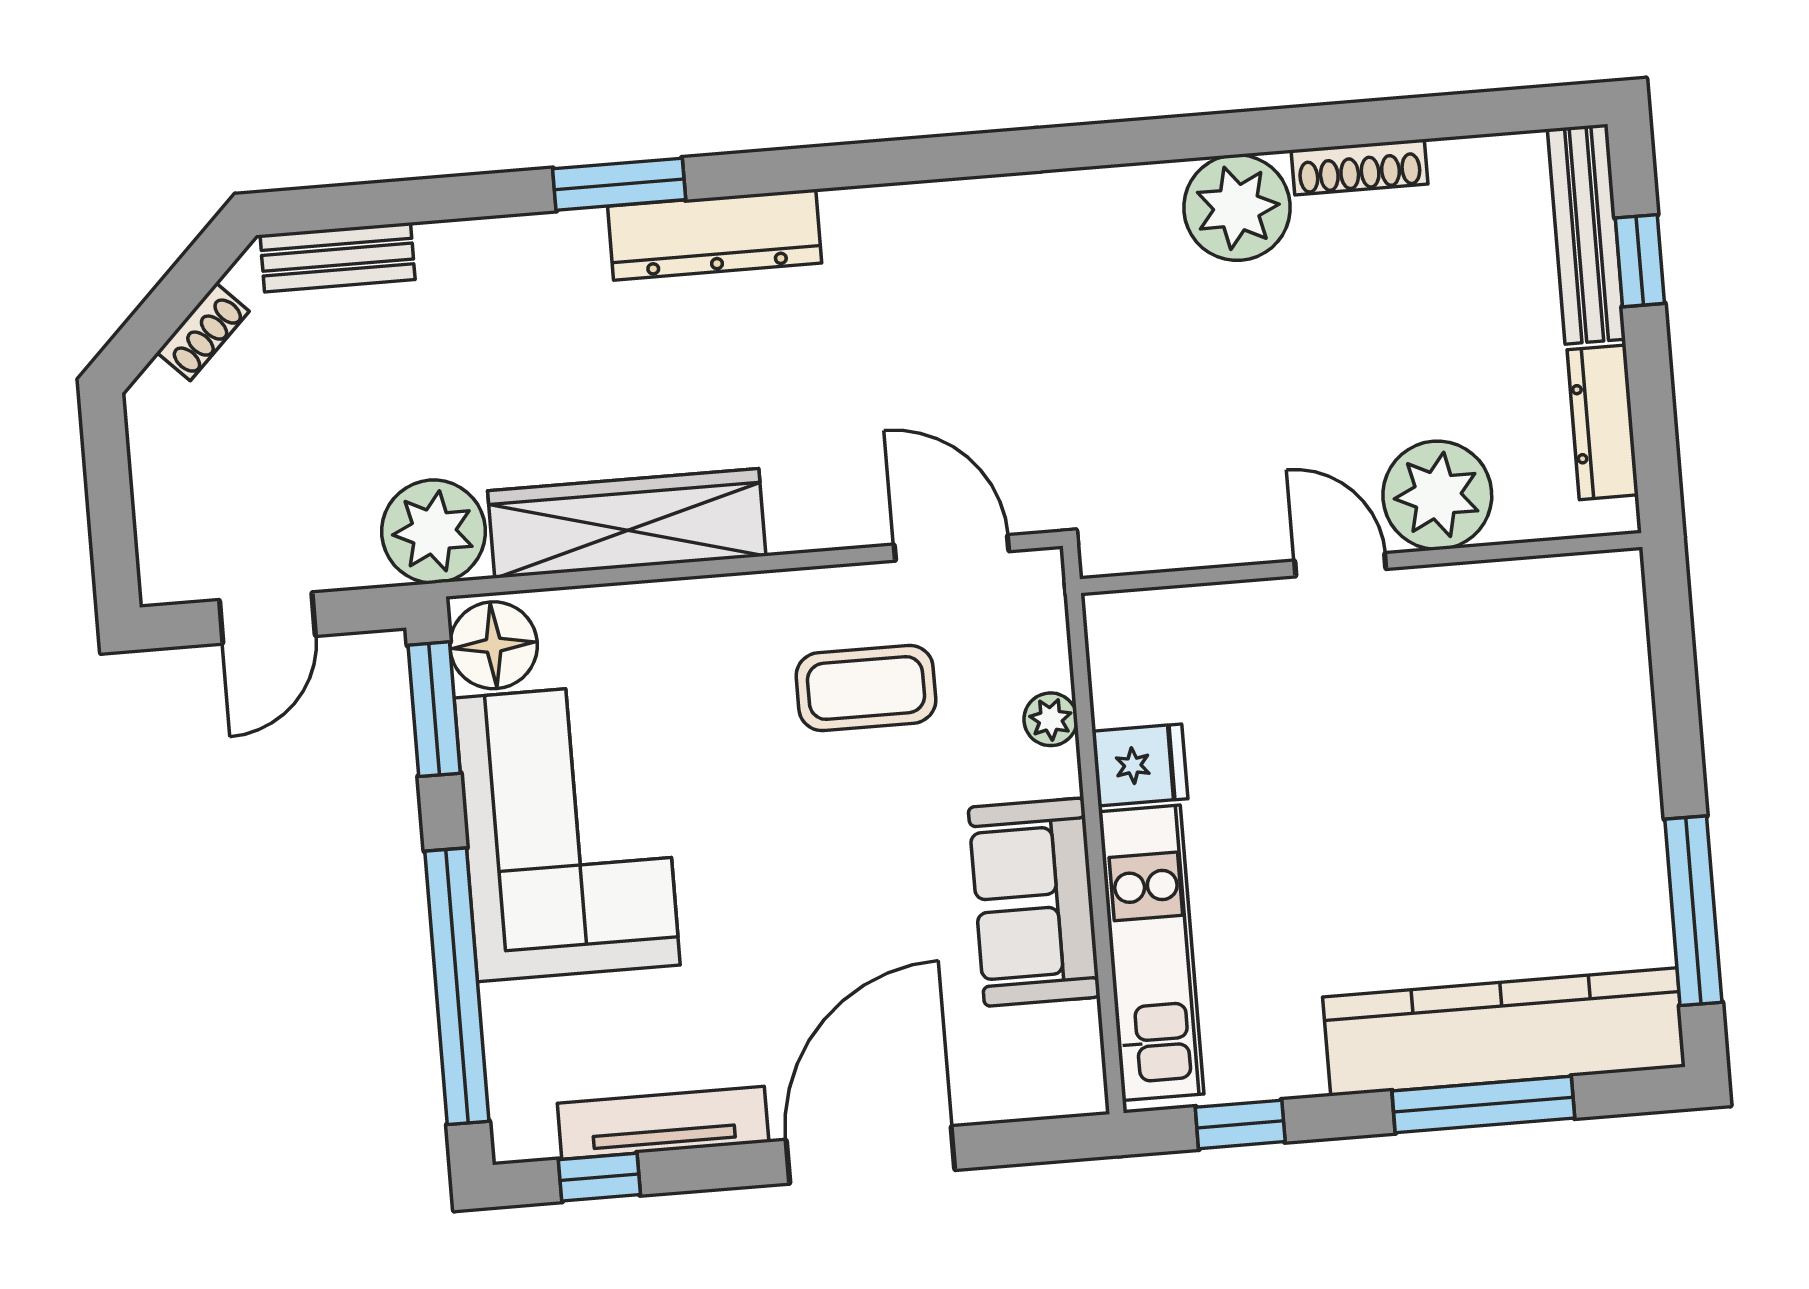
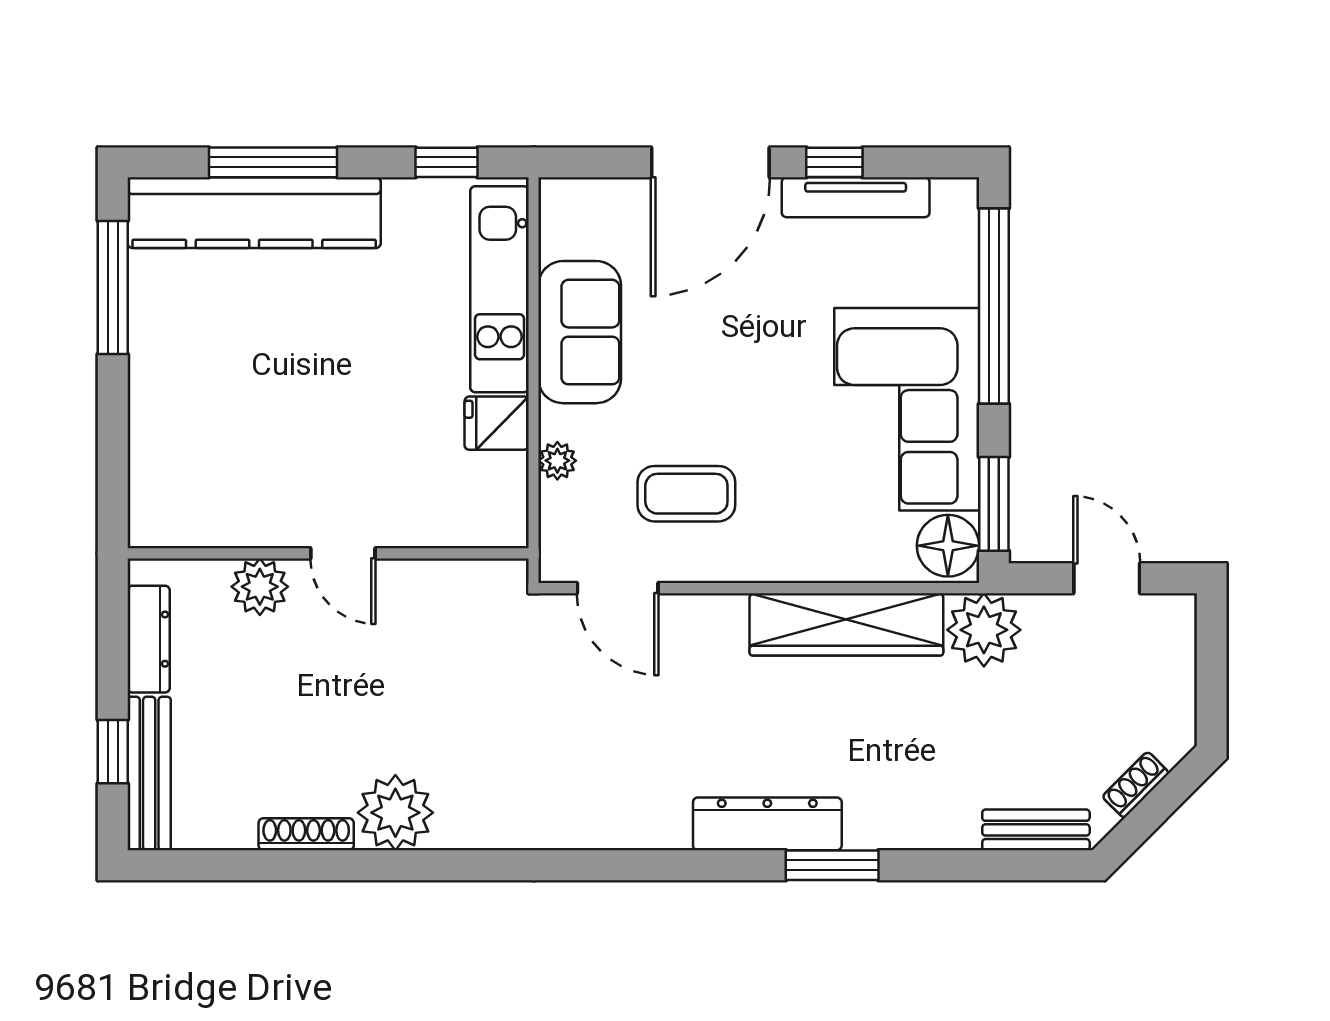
plant: (1437, 495) -> (260, 587), width x0.73, depth x0.73
door: (267, 618) -> (1107, 578), hinge flipped
window: (599, 1177) -> (834, 162), moved

